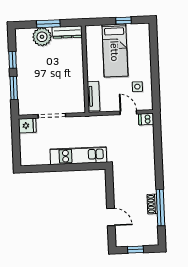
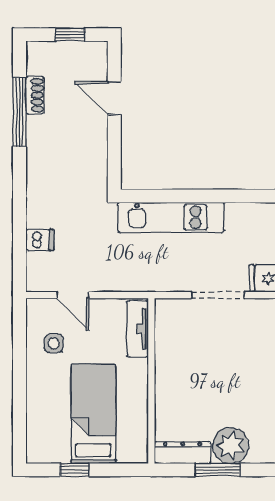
dishwasher: (146, 119) -> (40, 240), moved
shoe rack: (152, 204) -> (35, 95), moved

